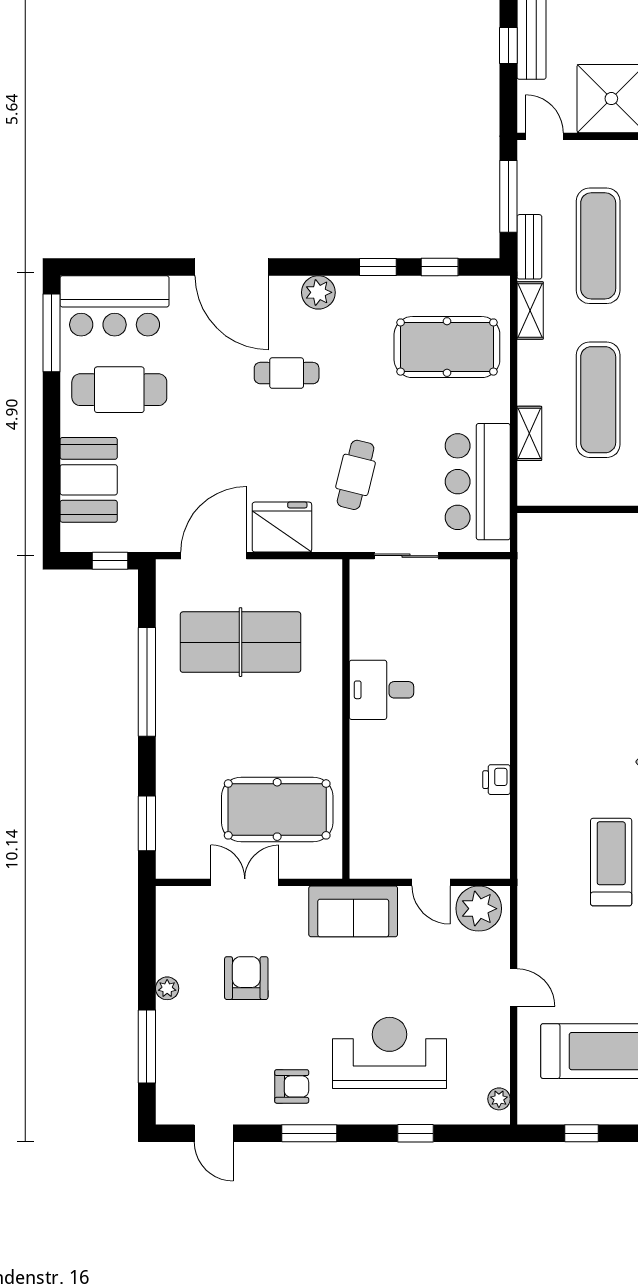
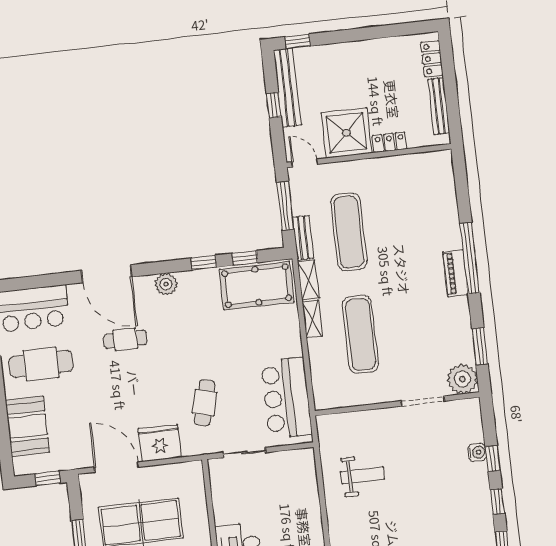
pool table: (447, 347) -> (257, 286), moved
cafe table: (287, 373) -> (125, 339), moved
shelving: (529, 433) -> (312, 319), moved
door: (214, 556) -> (116, 467), hinge flipped
weight bench: (577, 609) -> (363, 475), added

